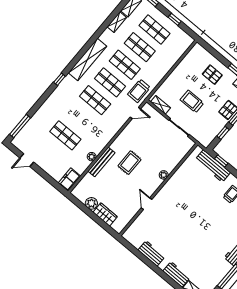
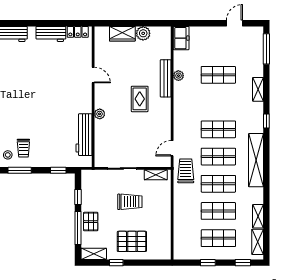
pallet: (212, 75) -> (132, 241), width x1.50, depth x1.42
shelving: (48, 104) -> (258, 89), added
workbench: (213, 166) -> (84, 135), moved, turned -90
locker: (133, 240) -> (78, 32), added

